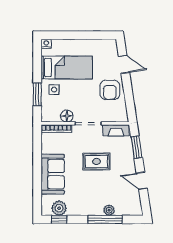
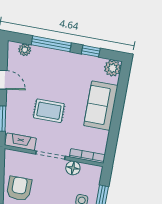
plant: (59, 208) -> (113, 68), moved
plant: (109, 210) -> (25, 50), moved
window: (59, 219) -> (91, 51), moved

